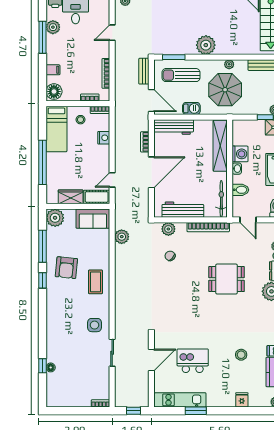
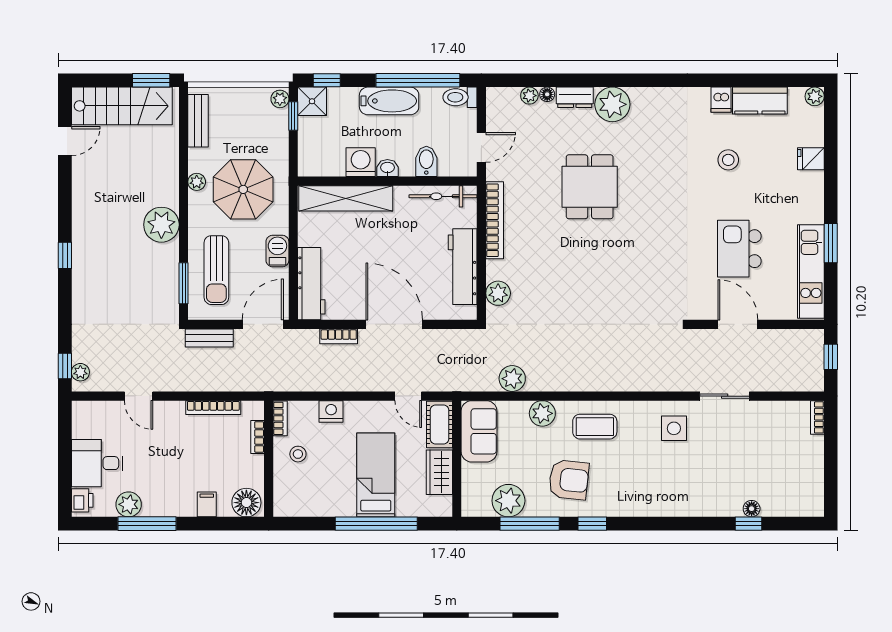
bed: (56, 129) -> (376, 475), moved, turned -90
plant: (55, 218) -> (508, 501), moved
plant: (103, 253) -> (542, 413), added
chair: (170, 256) -> (547, 290), removed

